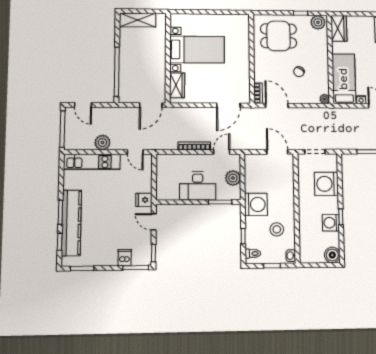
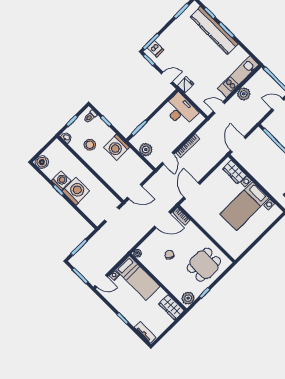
washing machine: (326, 184) -> (76, 191), moved
desk: (198, 186) -> (180, 110), moved, turned 90
dishwasher: (125, 257) -> (156, 49), moved

